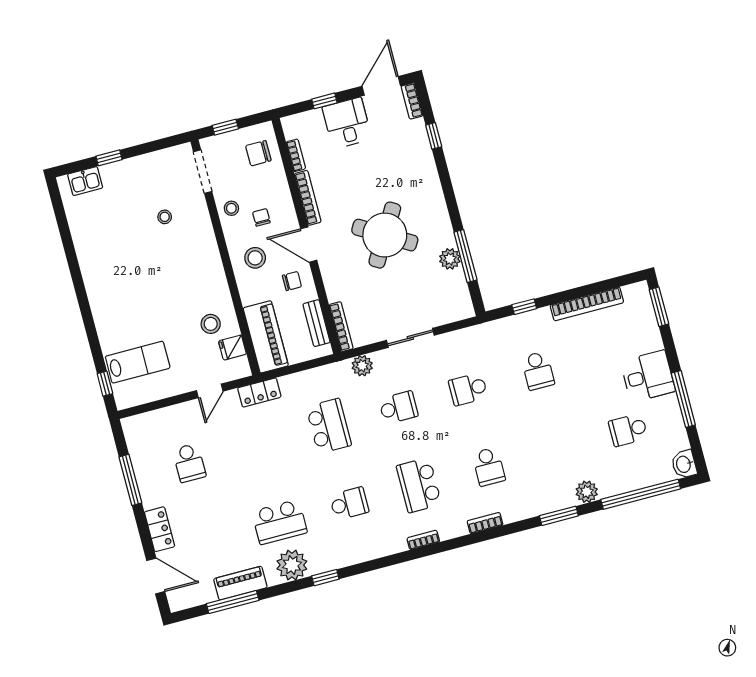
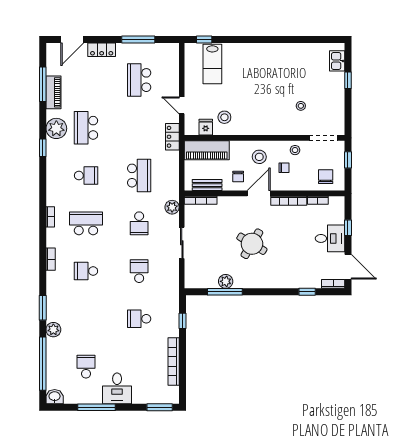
round table: (385, 235) -> (252, 244), width x0.73, depth x0.73
school desk: (329, 426) -> (139, 176), turned -90
school desk: (189, 463) -> (139, 80), width x1.85
school desk: (349, 504) -> (86, 176), turned -90

